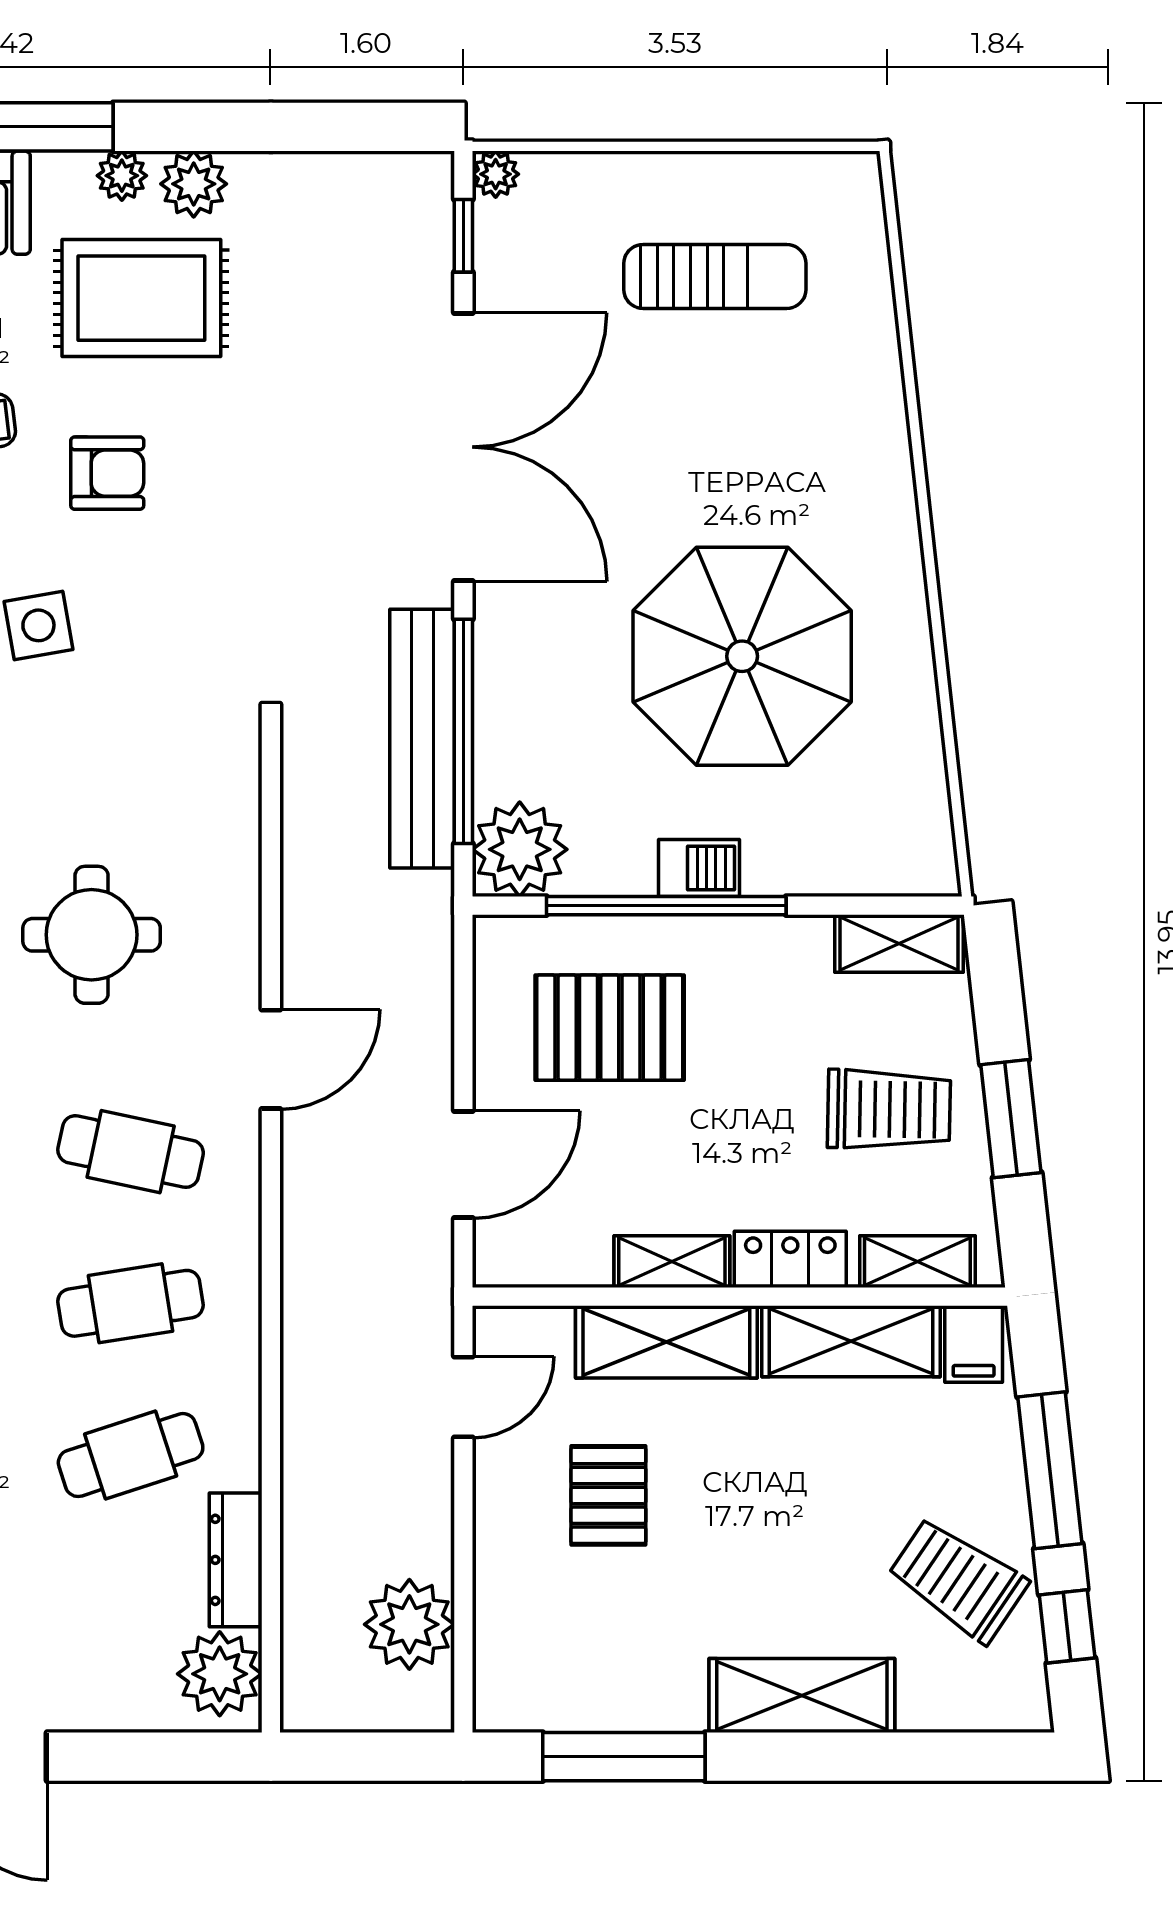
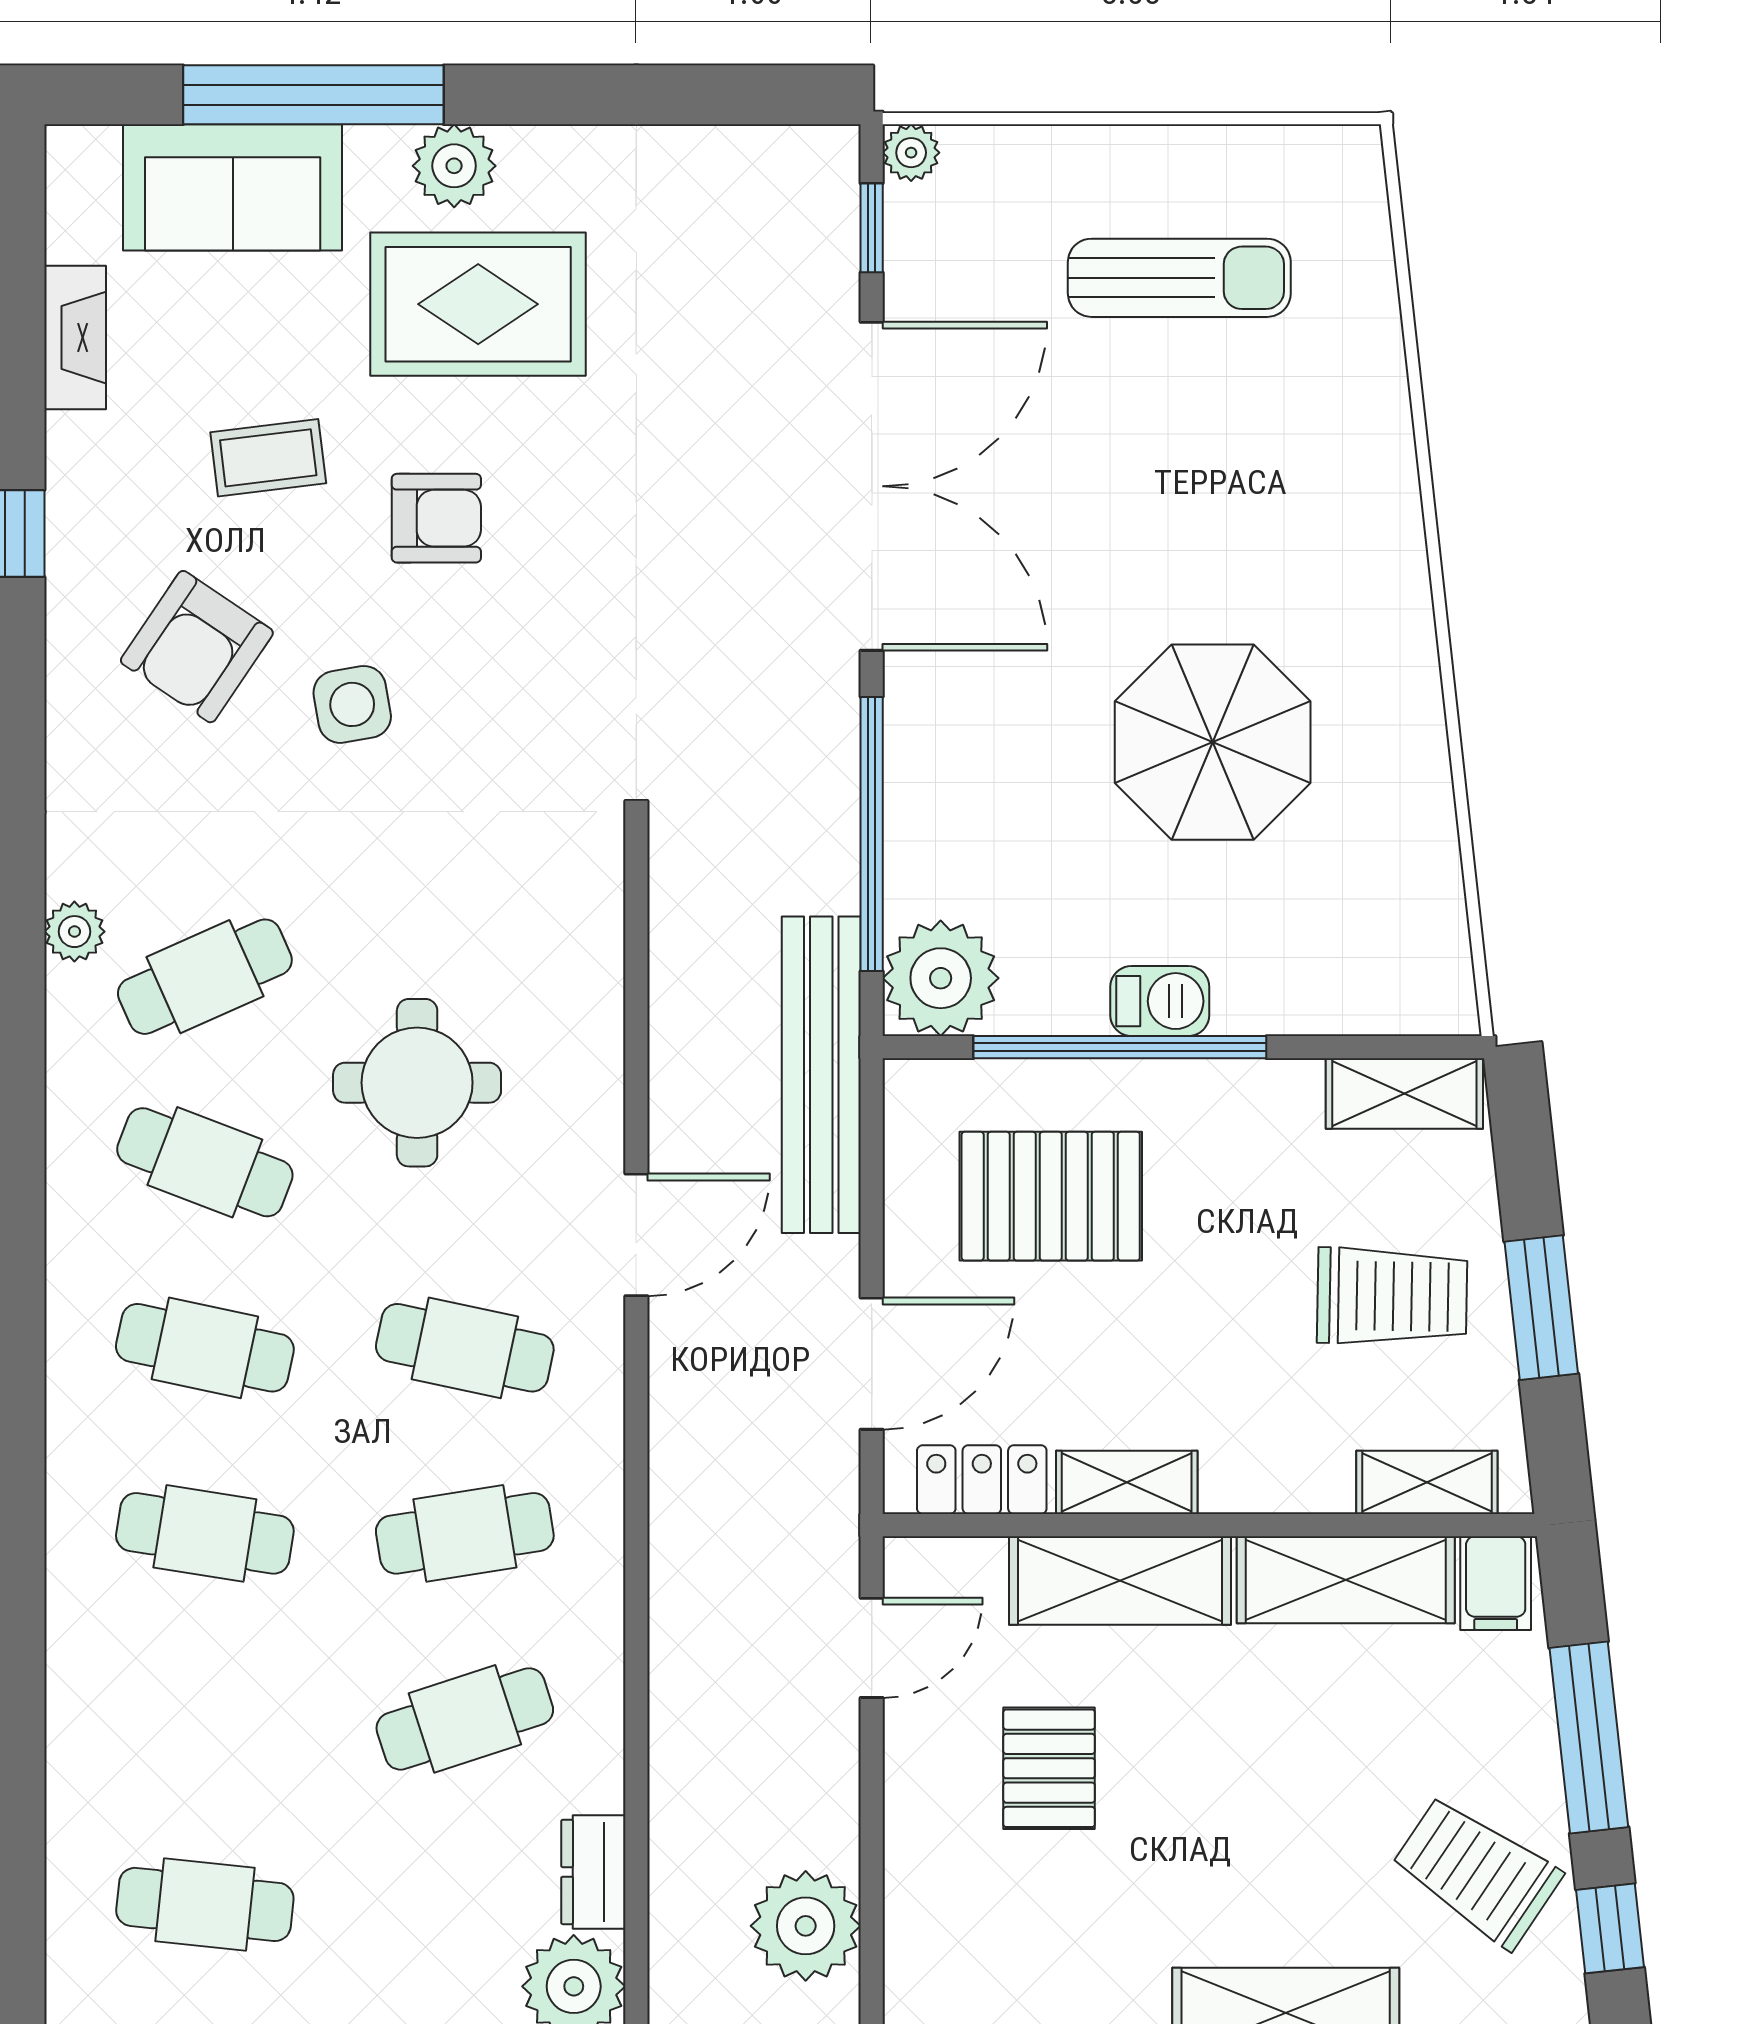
plant: (122, 176) -> (454, 166), width x1.38, depth x1.38
plant: (194, 184) -> (542, 165), removed
parasol: (742, 656) -> (1213, 742), width x0.73, depth x0.73
bench: (422, 739) -> (821, 1075), moved
locker: (790, 1259) -> (982, 1480), moved
dresser: (236, 1560) -> (593, 1872), width x0.70

